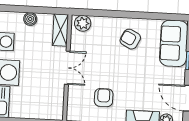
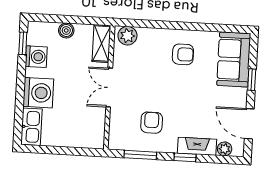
armchair: (130, 39) -> (183, 54), turned 153
double door: (67, 68) -> (109, 88), swing flipped

